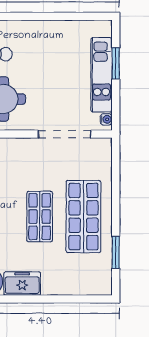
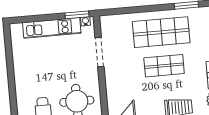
window: (116, 63) -> (77, 15), moved
doorway: (65, 134) -> (100, 52), width x0.73

